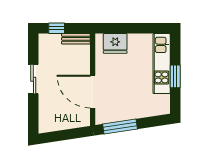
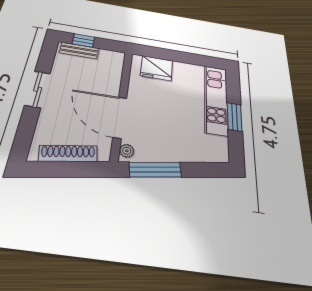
bench: (76, 39) -> (79, 51), moved
plant: (100, 116) -> (127, 151), added
shoe rack: (63, 124) -> (68, 154), added

